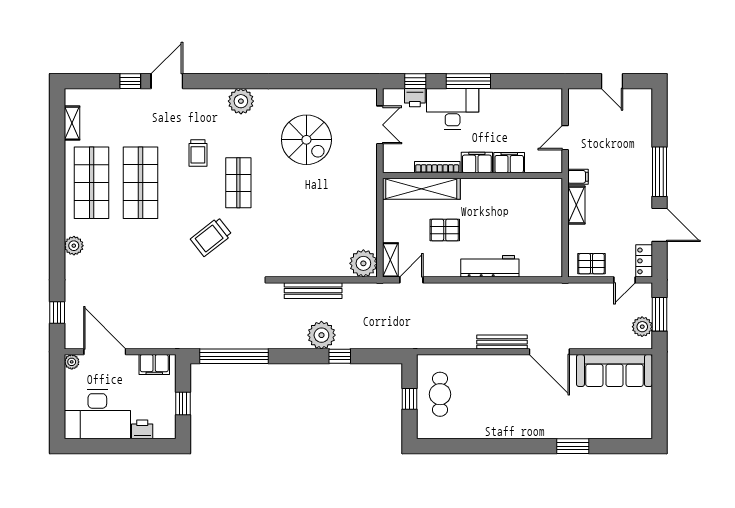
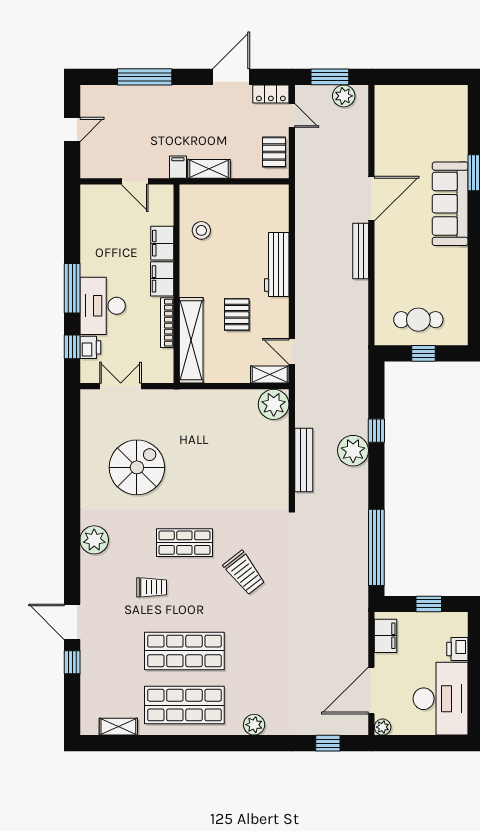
window: (659, 172) -> (145, 77), moved
stool: (521, 198) -> (201, 230), added
sofa: (614, 371) -> (450, 204), moved, turned 180

